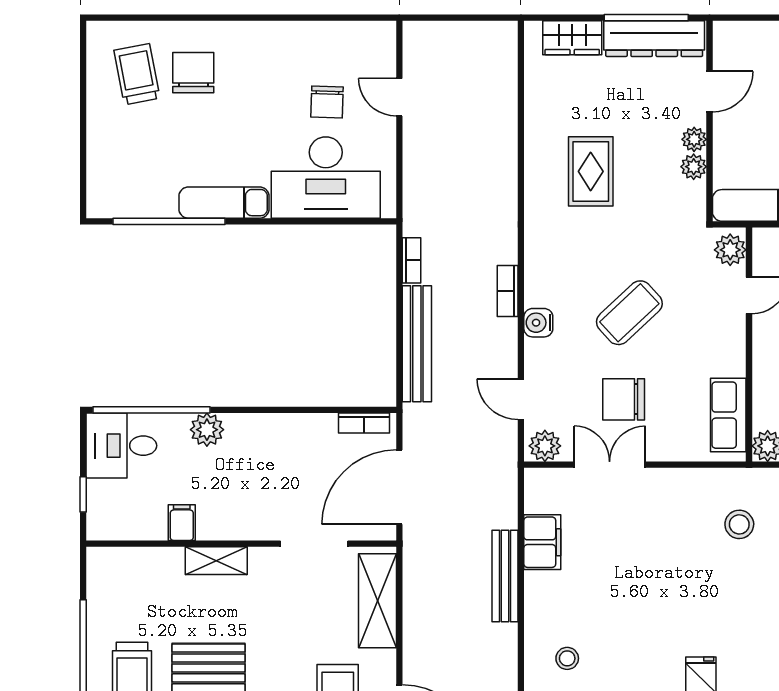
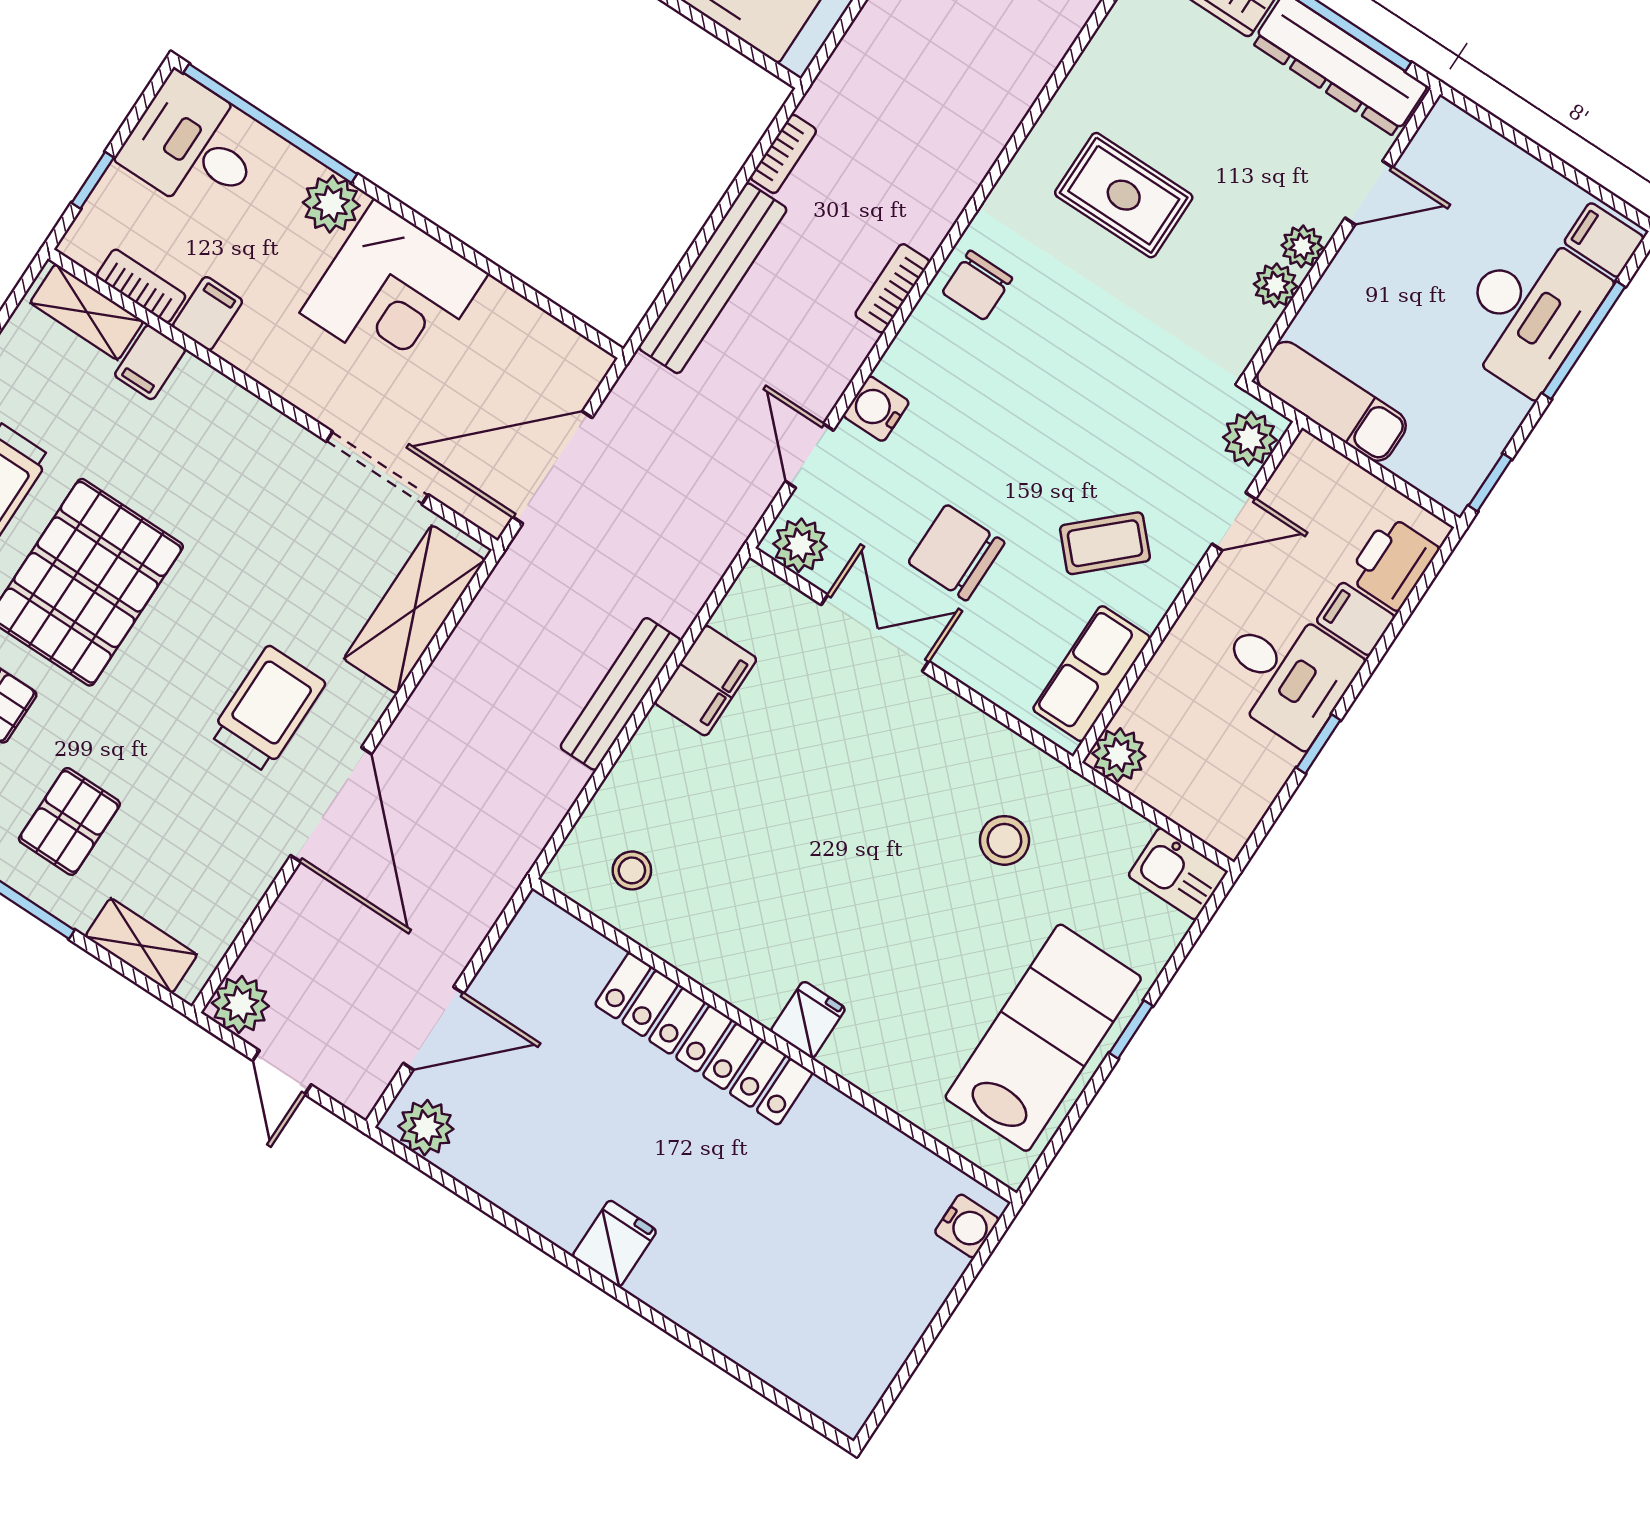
rug: (591, 171) -> (1124, 195), turned 90
chair: (548, 262) -> (977, 285), added
coffee table: (629, 313) -> (1105, 543), moved, width x0.73, depth x0.77
water cooler: (538, 323) -> (876, 409), moved
bookcase: (364, 423) -> (141, 286), moved, turned 180
corner desk: (266, 453) -> (394, 293), added
shelving: (216, 561) -> (87, 312), moved
filing cabinet: (169, 565) -> (150, 362), added

